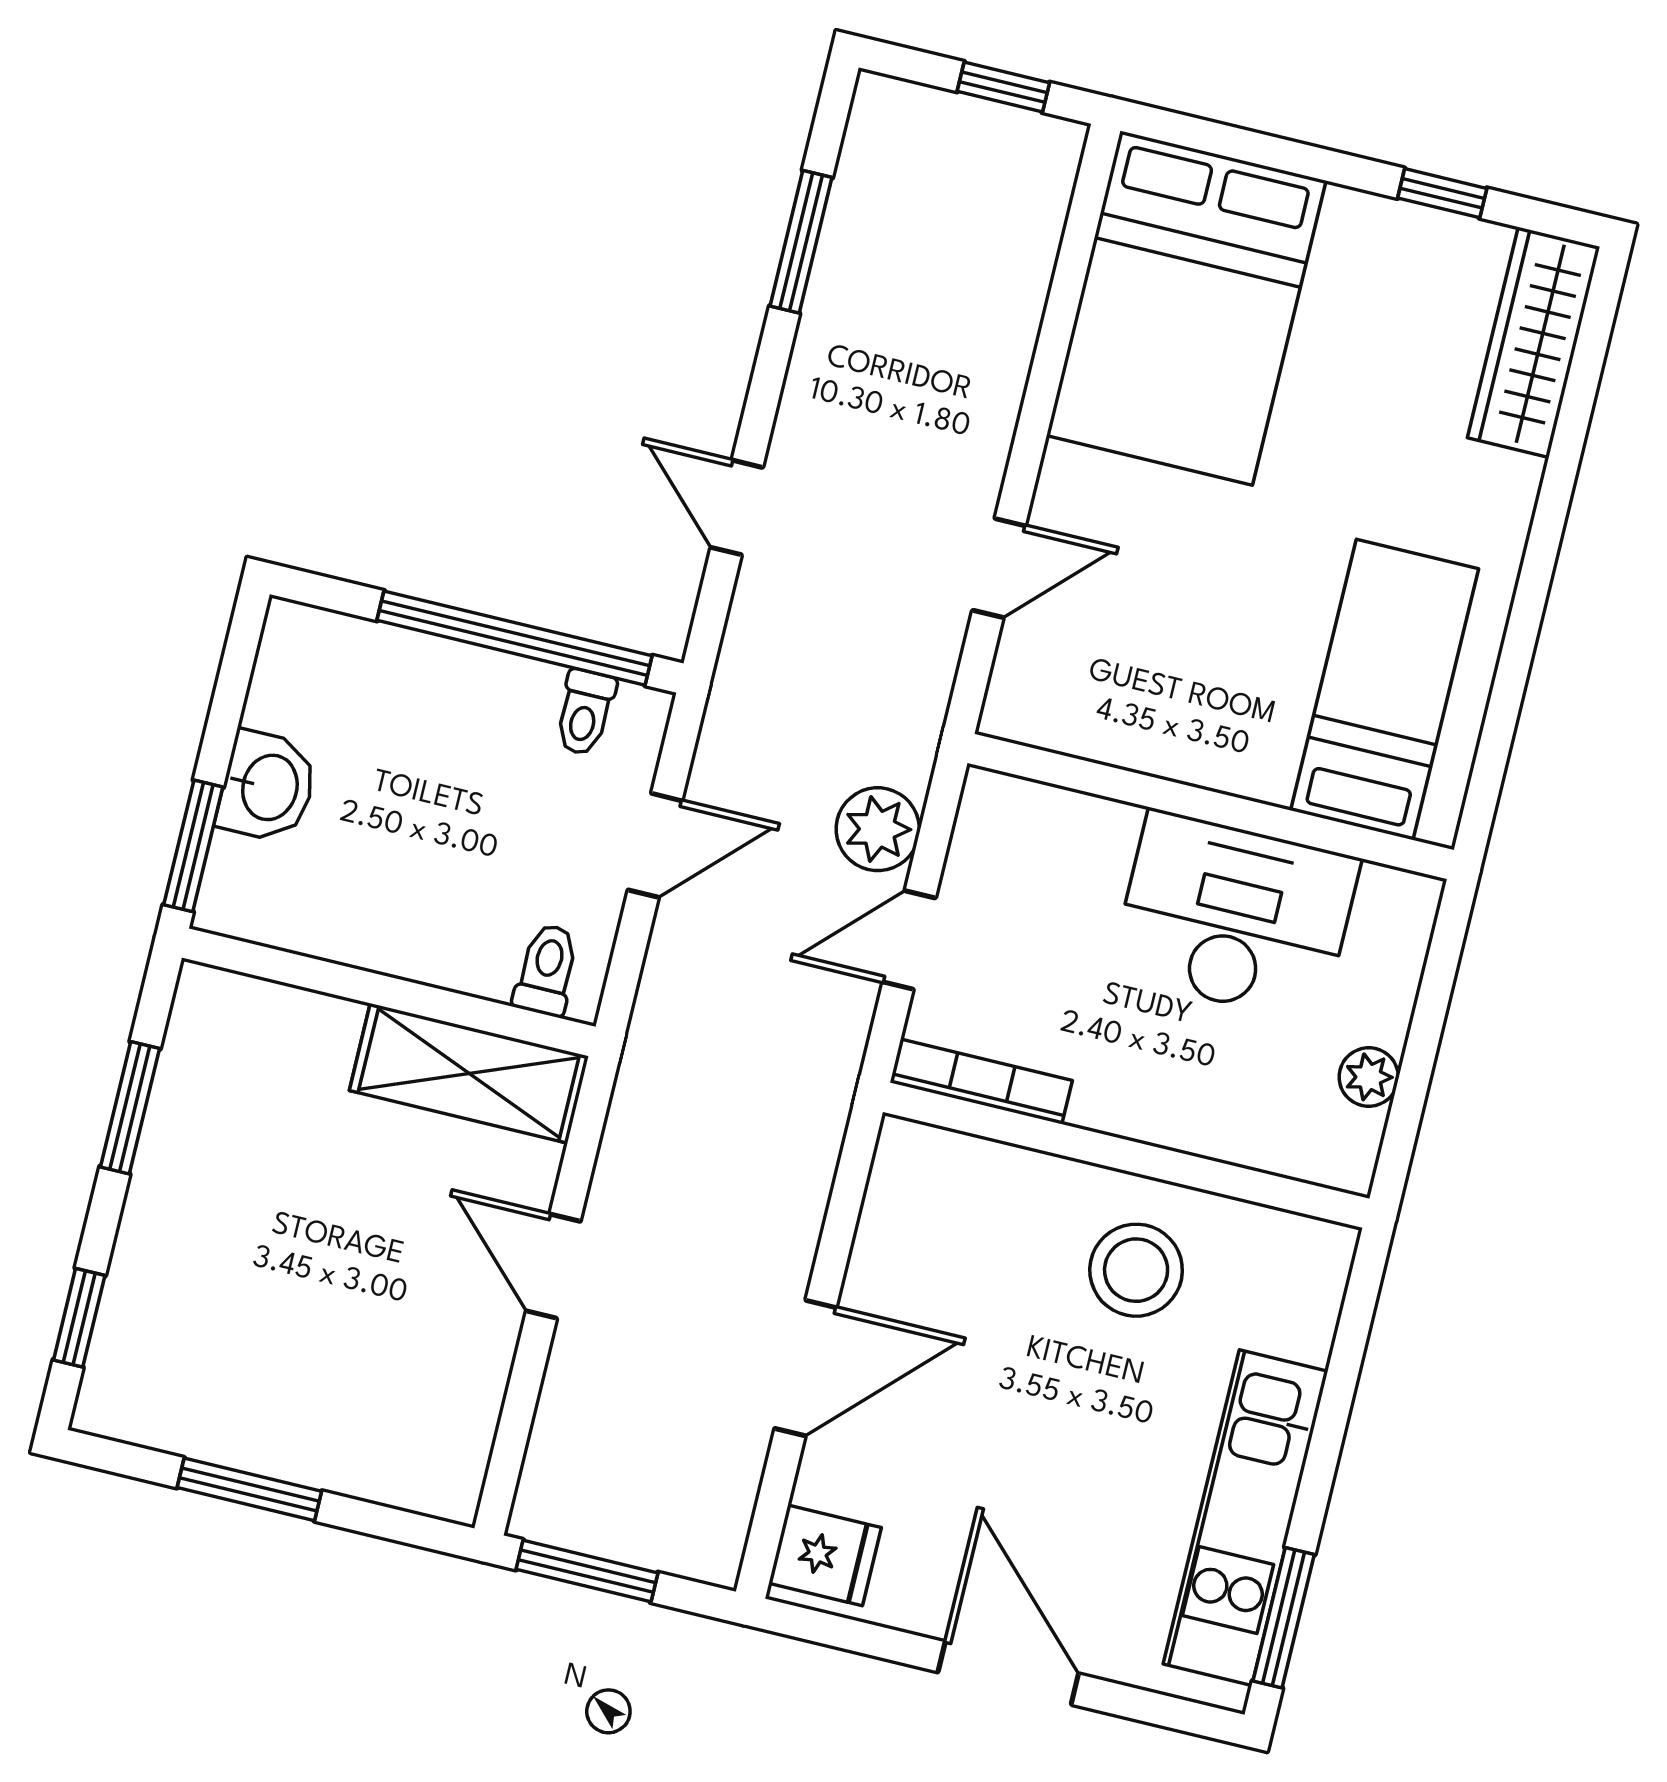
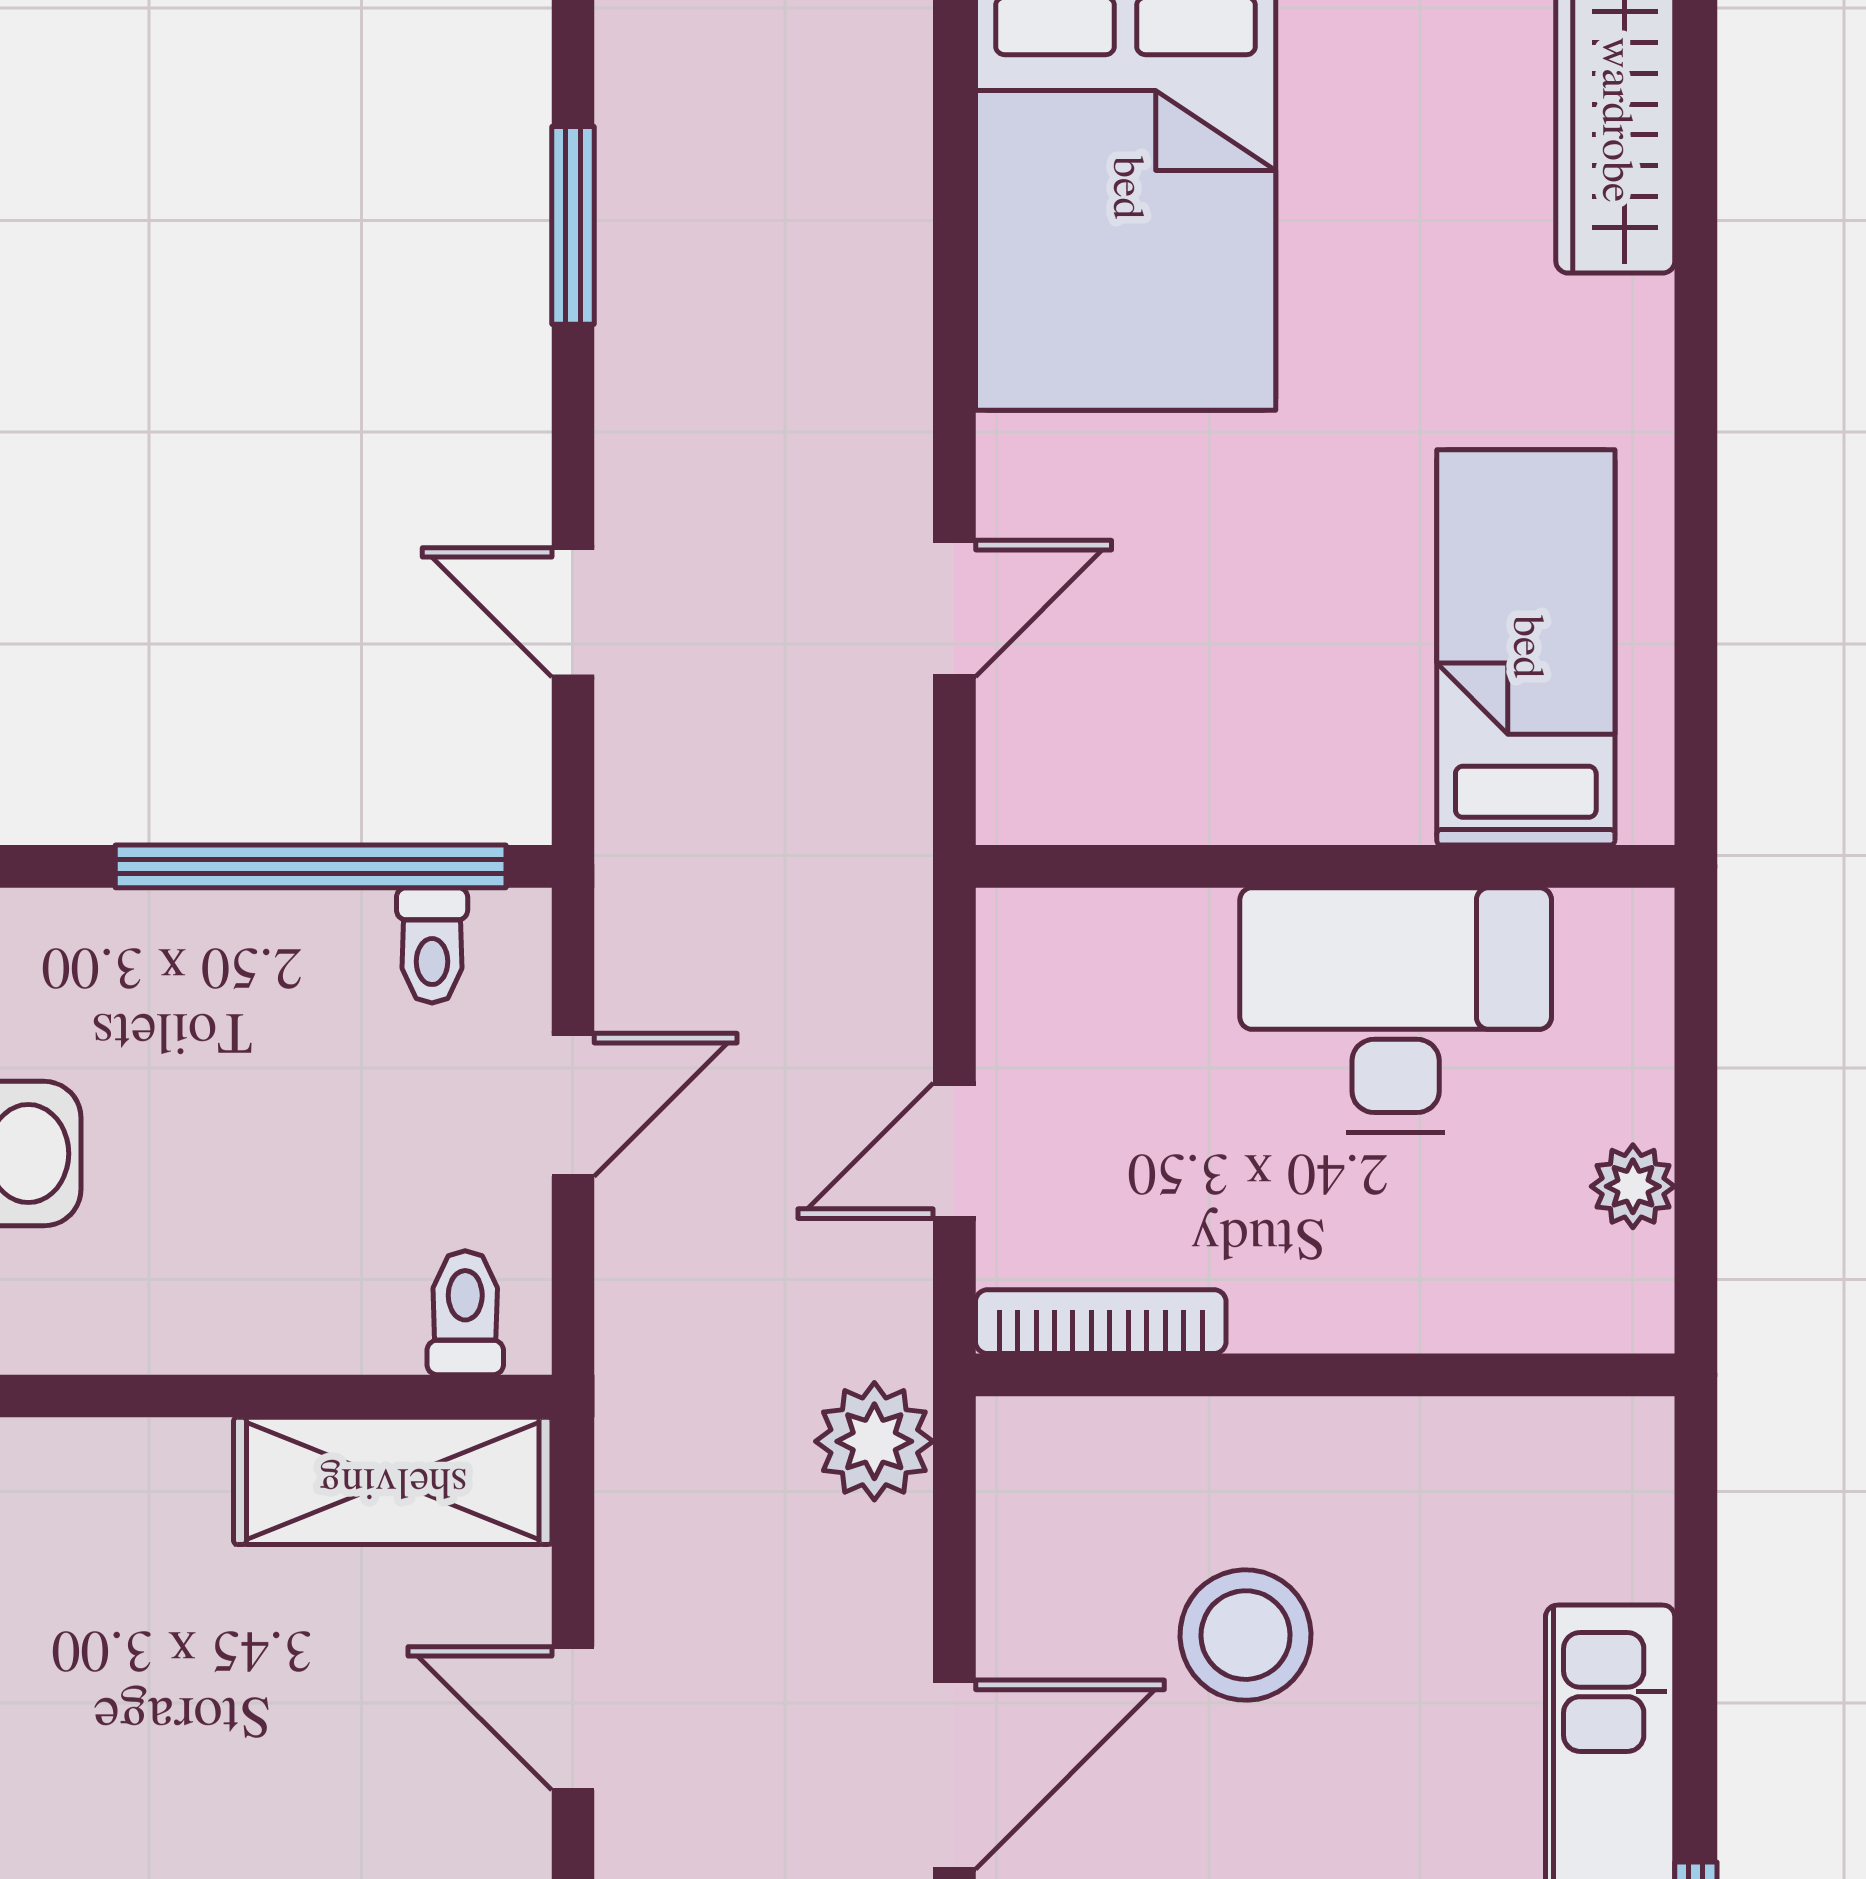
plant: (878, 829) -> (874, 1441), moved
stool: (1136, 1270) -> (1246, 1635), moved

